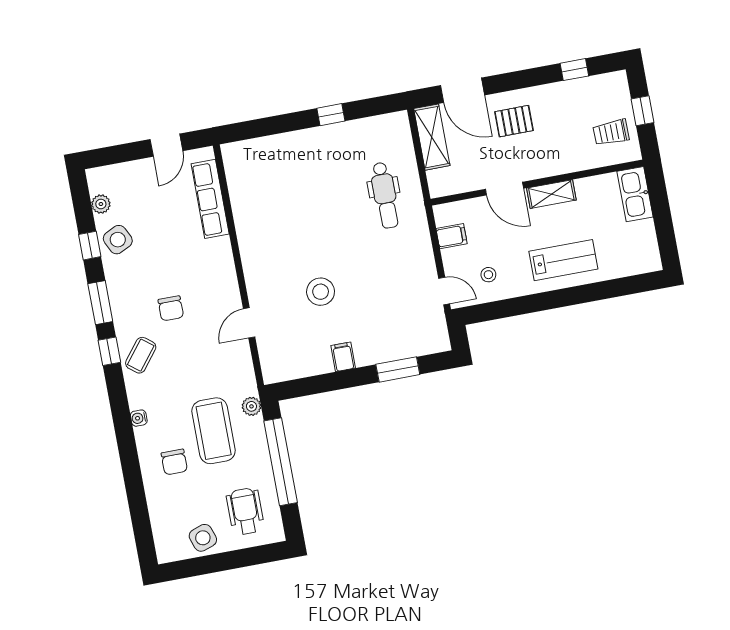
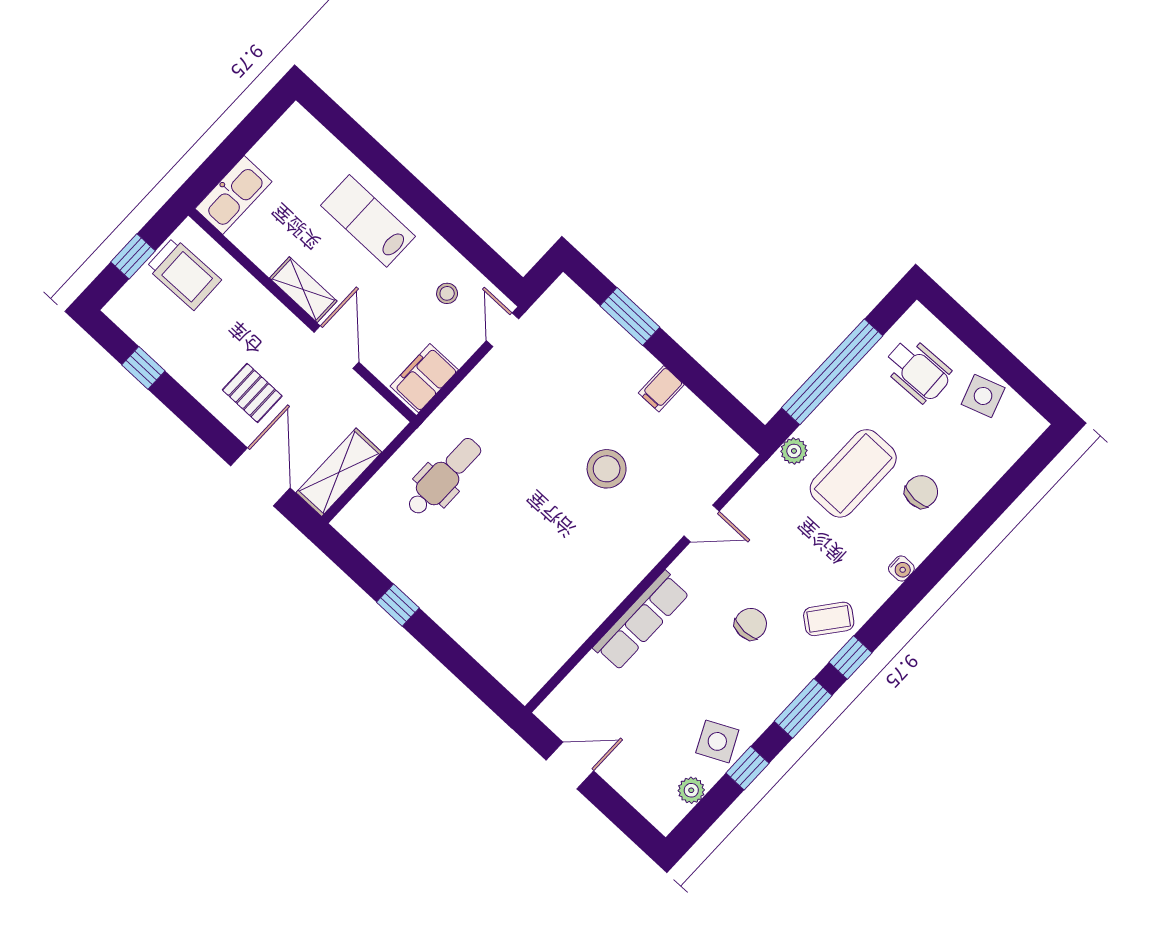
trolley: (611, 132) -> (184, 274), width x1.36, depth x1.39
row of seats: (210, 199) -> (641, 621), moved
filing cabinet: (452, 236) -> (424, 378), width x2.00
wheelchair: (245, 511) -> (918, 370), turned -92

